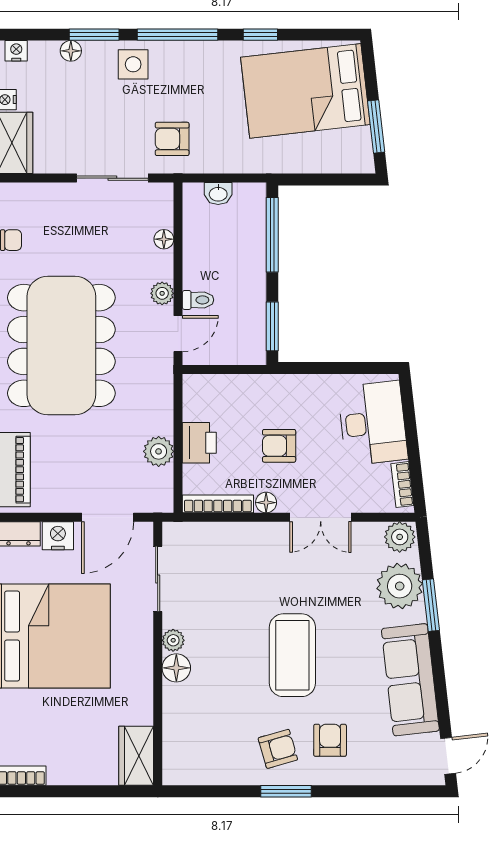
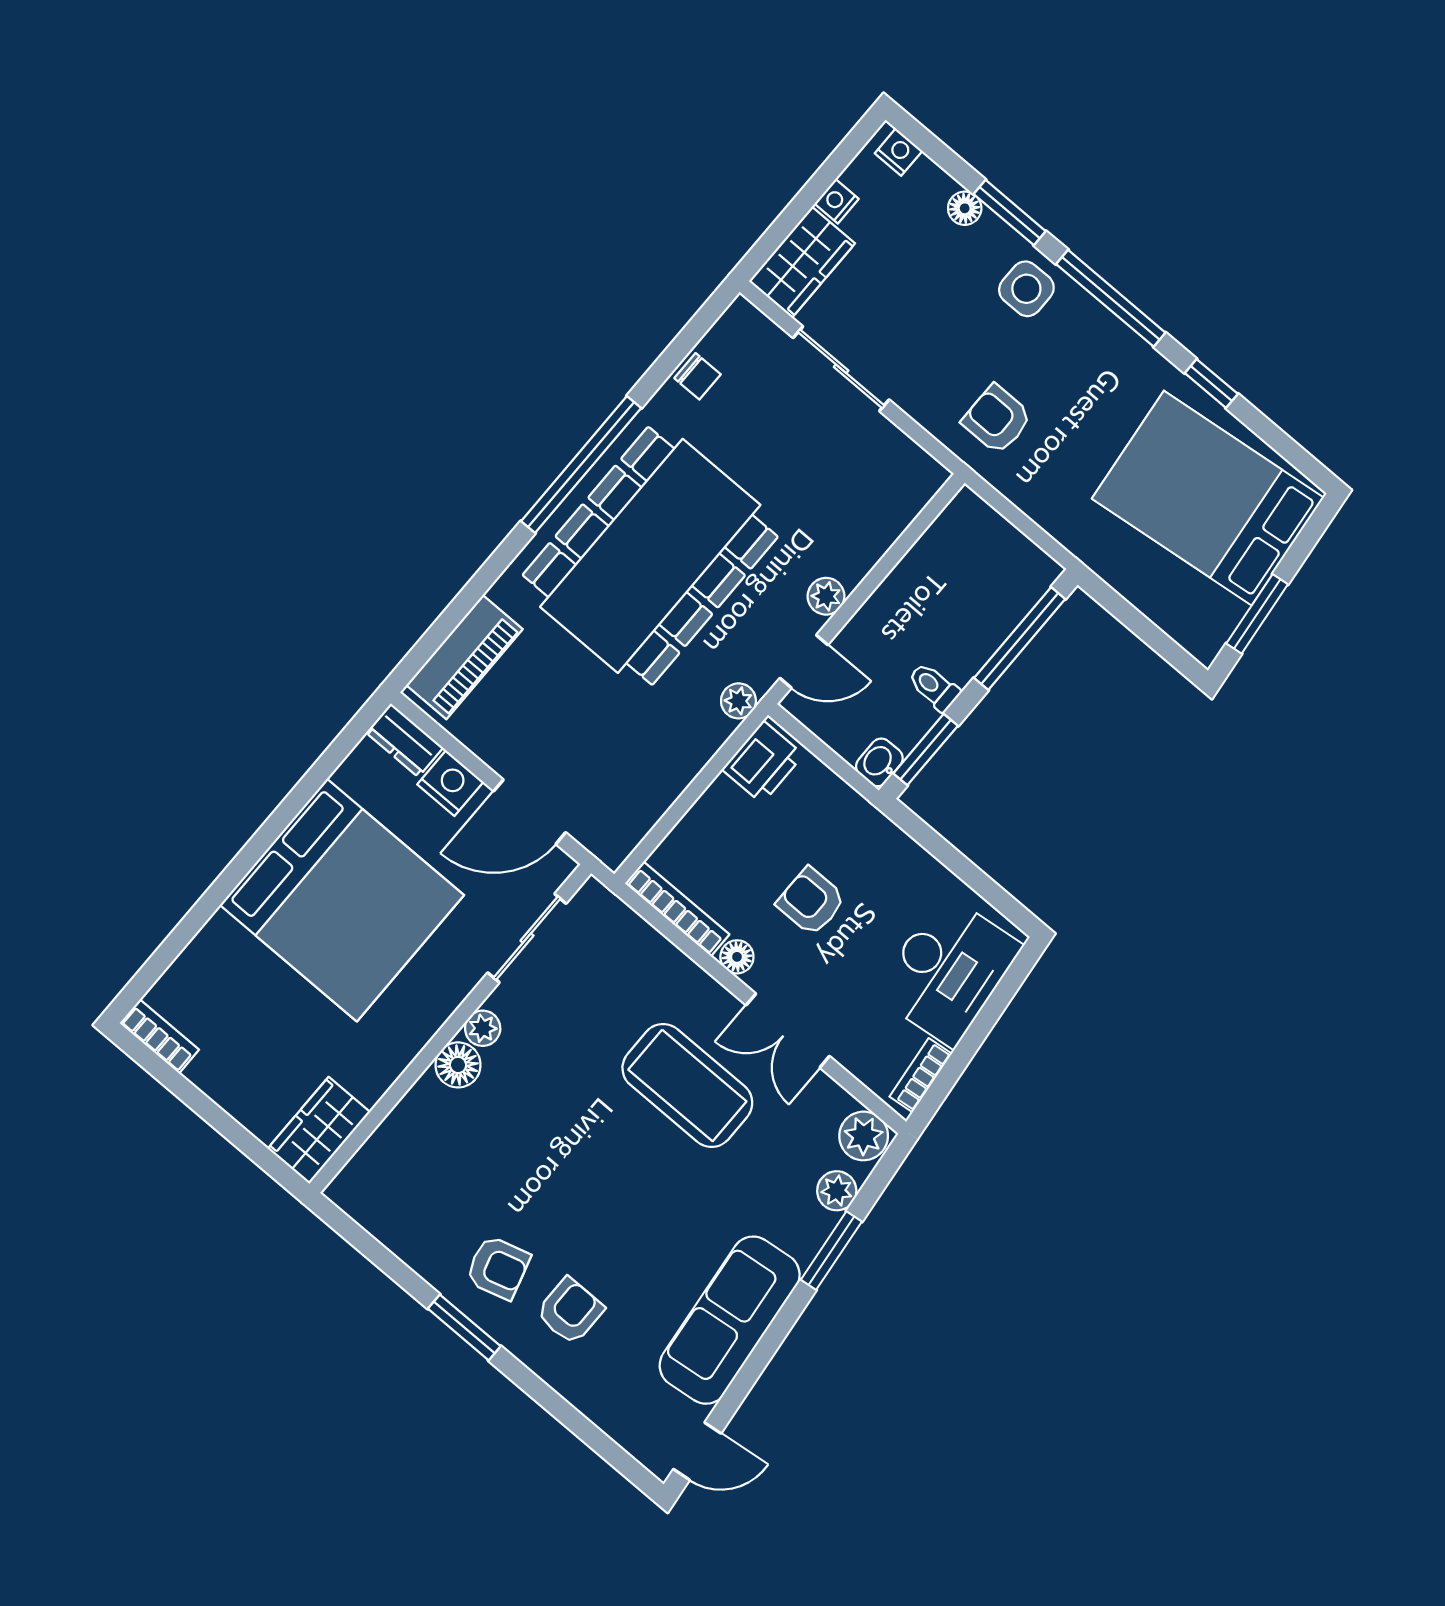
sliding door: (112, 178) -> (841, 369), moved
washbasin: (218, 194) -> (879, 762), moved, turned 90
floor lamp: (164, 239) -> (884, 532), removed
toilet: (198, 300) -> (934, 687), moved, turned 180
printer: (199, 443) -> (763, 762), moved
plant: (159, 451) -> (738, 701), moved, width x0.73, depth x0.73
plant: (400, 586) -> (837, 1191), width x0.53, depth x0.53
coffee table: (292, 655) -> (687, 1085), moved, turned 90

